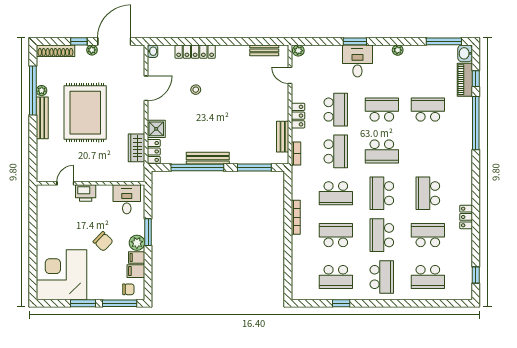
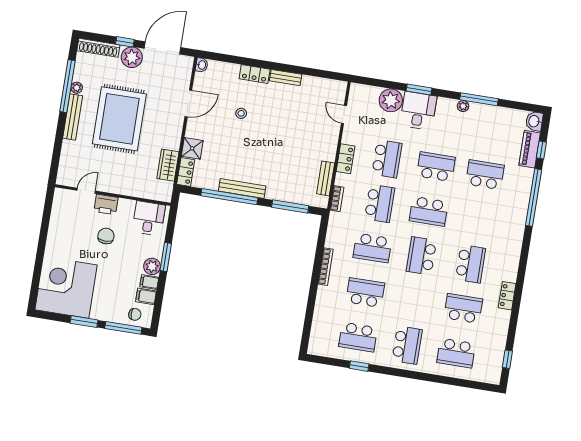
window: (444, 41) -> (479, 99), moved
plant: (92, 50) -> (132, 57), width x1.87, depth x1.87
bench: (264, 50) -> (286, 78), moved
plant: (298, 51) -> (391, 100), moved, width x1.88, depth x1.88
locker: (195, 52) -> (255, 74), width x0.66
school desk: (428, 193) -> (470, 264), turned 180
school desk: (382, 235) -> (414, 300), removed
chair: (103, 241) -> (106, 236), moved, turned -134

